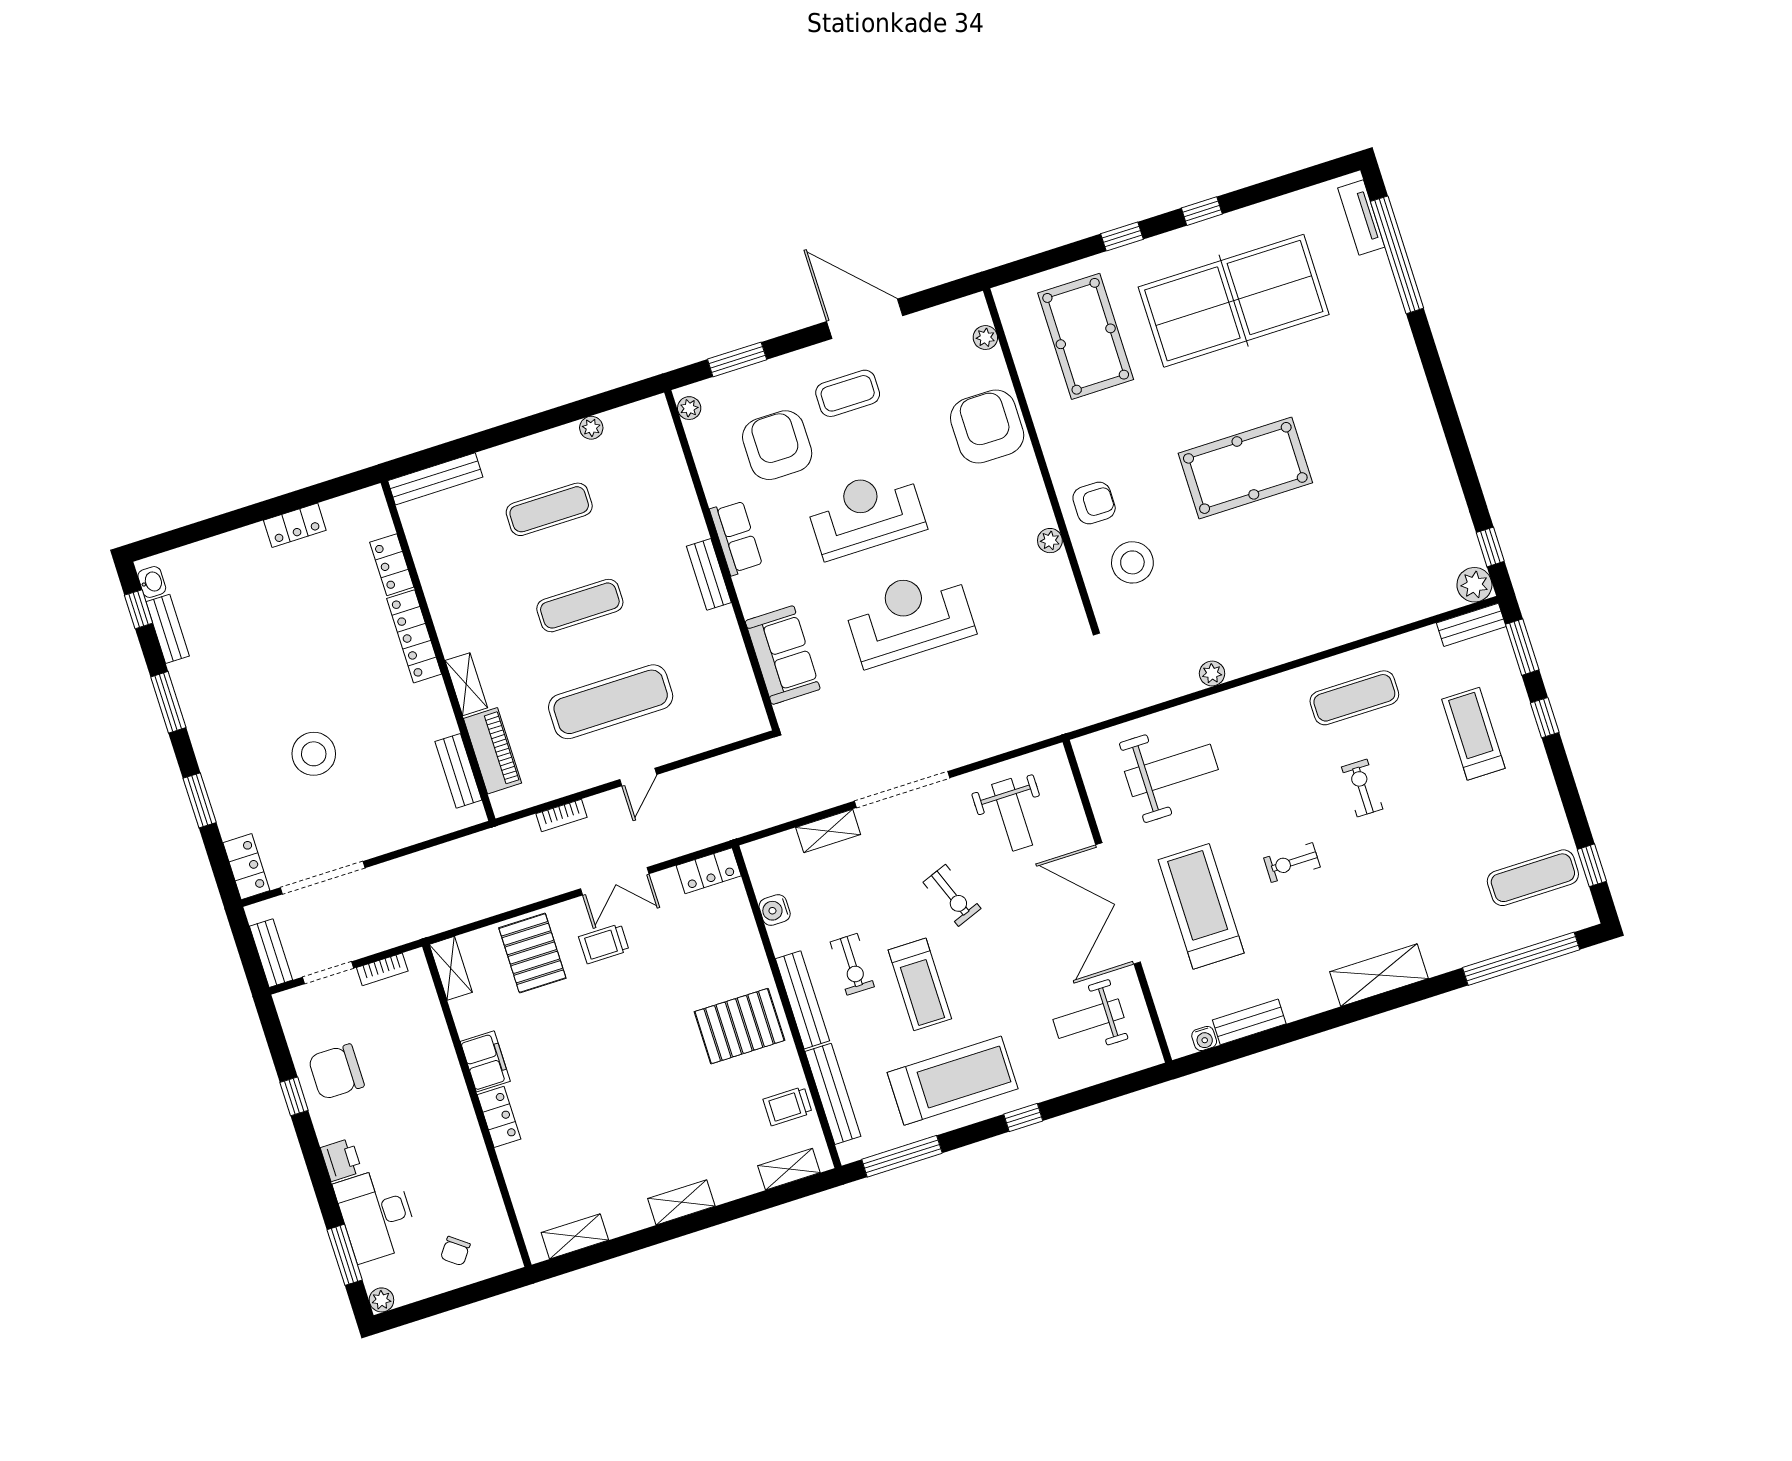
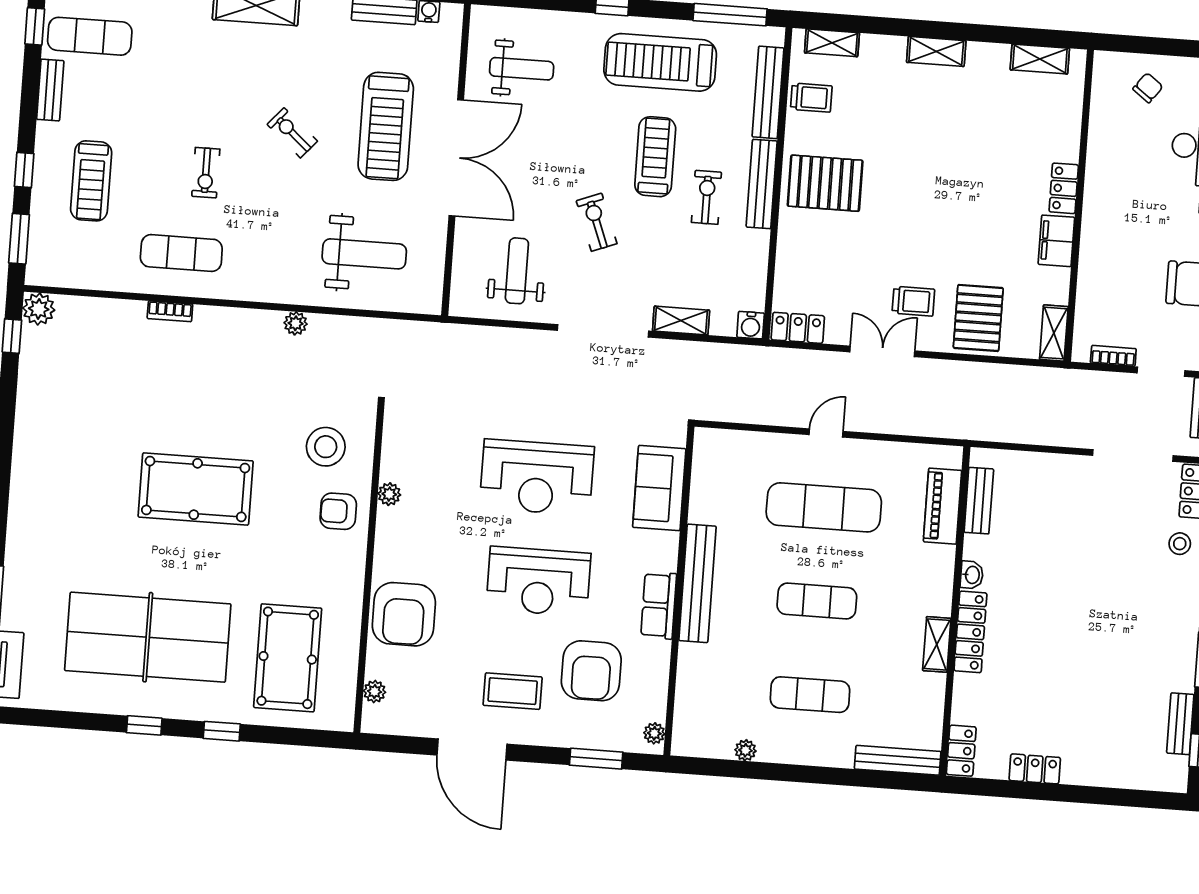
locker: (392, 565) -> (961, 751), moved
bench: (709, 574) -> (697, 583), width x1.86, depth x1.21
washbasin: (152, 582) -> (972, 575), moved, turned 180
bench: (1471, 625) -> (50, 90), moved, turned 90
shelving: (466, 684) -> (937, 644), moved
stool: (314, 754) -> (1180, 544), moved, width x0.53, depth x0.53
weight bench: (1171, 770) -> (364, 254), turned 180
bookcase: (561, 815) -> (170, 311), moved, turned 180
exercise bike: (1292, 863) -> (292, 133), turned -139
water cooler: (775, 910) -> (751, 325), moved, turned 90

